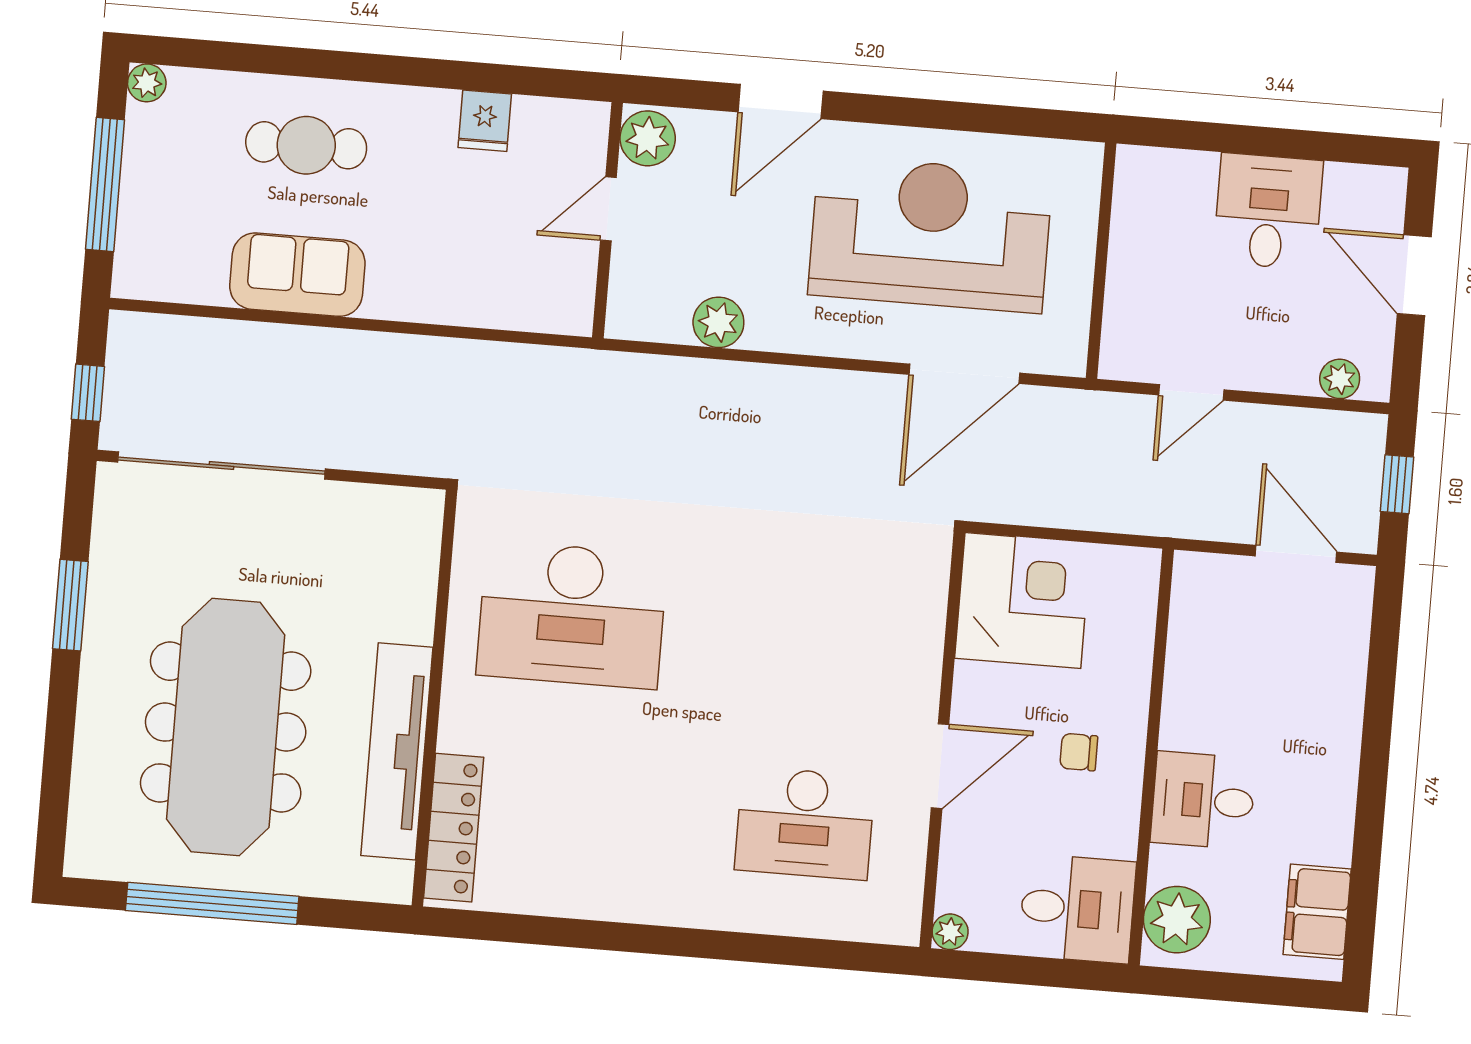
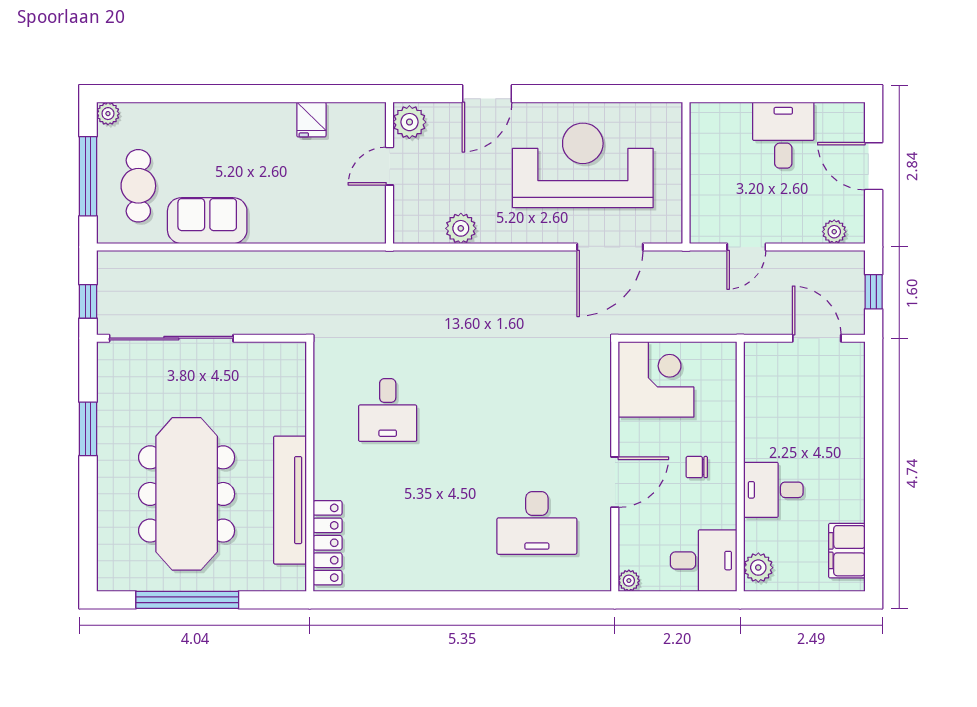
cafe table: (306, 145) -> (138, 186), moved, turned 90
desk: (572, 615) -> (388, 410), width x0.53, depth x0.77
plant: (1177, 920) -> (758, 568), width x0.73, depth x0.73

